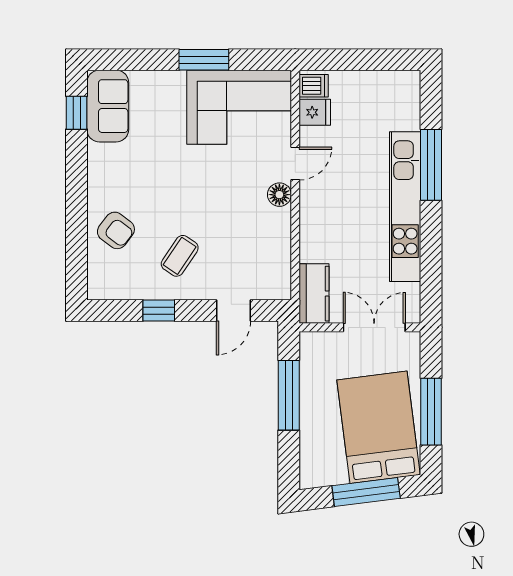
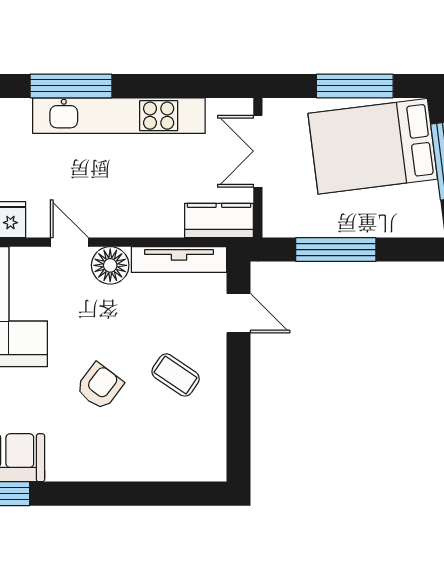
floor lamp: (279, 195) -> (110, 265), width x1.38, depth x1.38
armchair: (116, 230) -> (100, 386), moved
tv unit: (280, 259) -> (179, 260), added
window: (159, 311) -> (239, 399), removed

